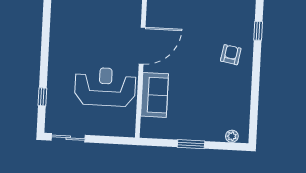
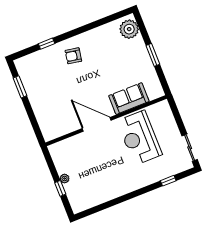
plant: (232, 136) -> (129, 29), width x1.87, depth x1.87

